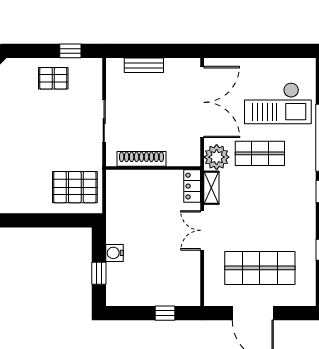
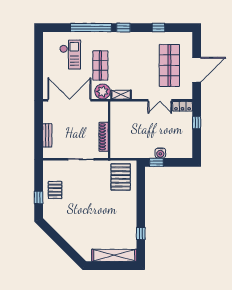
window: (70, 51) -> (39, 197), moved
checkout: (278, 103) -> (70, 55), width x0.73, depth x0.83
locker: (192, 186) -> (183, 106), moved
double door: (202, 230) -> (160, 100), moved
window: (99, 273) -> (156, 162), moved

